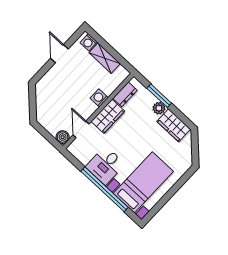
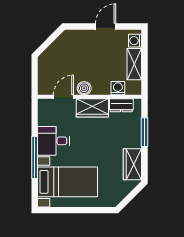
washing machine: (99, 98) -> (118, 88), moved
plant: (159, 108) -> (135, 141), removed
boiler: (63, 137) -> (84, 88), moved
window: (105, 189) -> (35, 157), width x0.68

